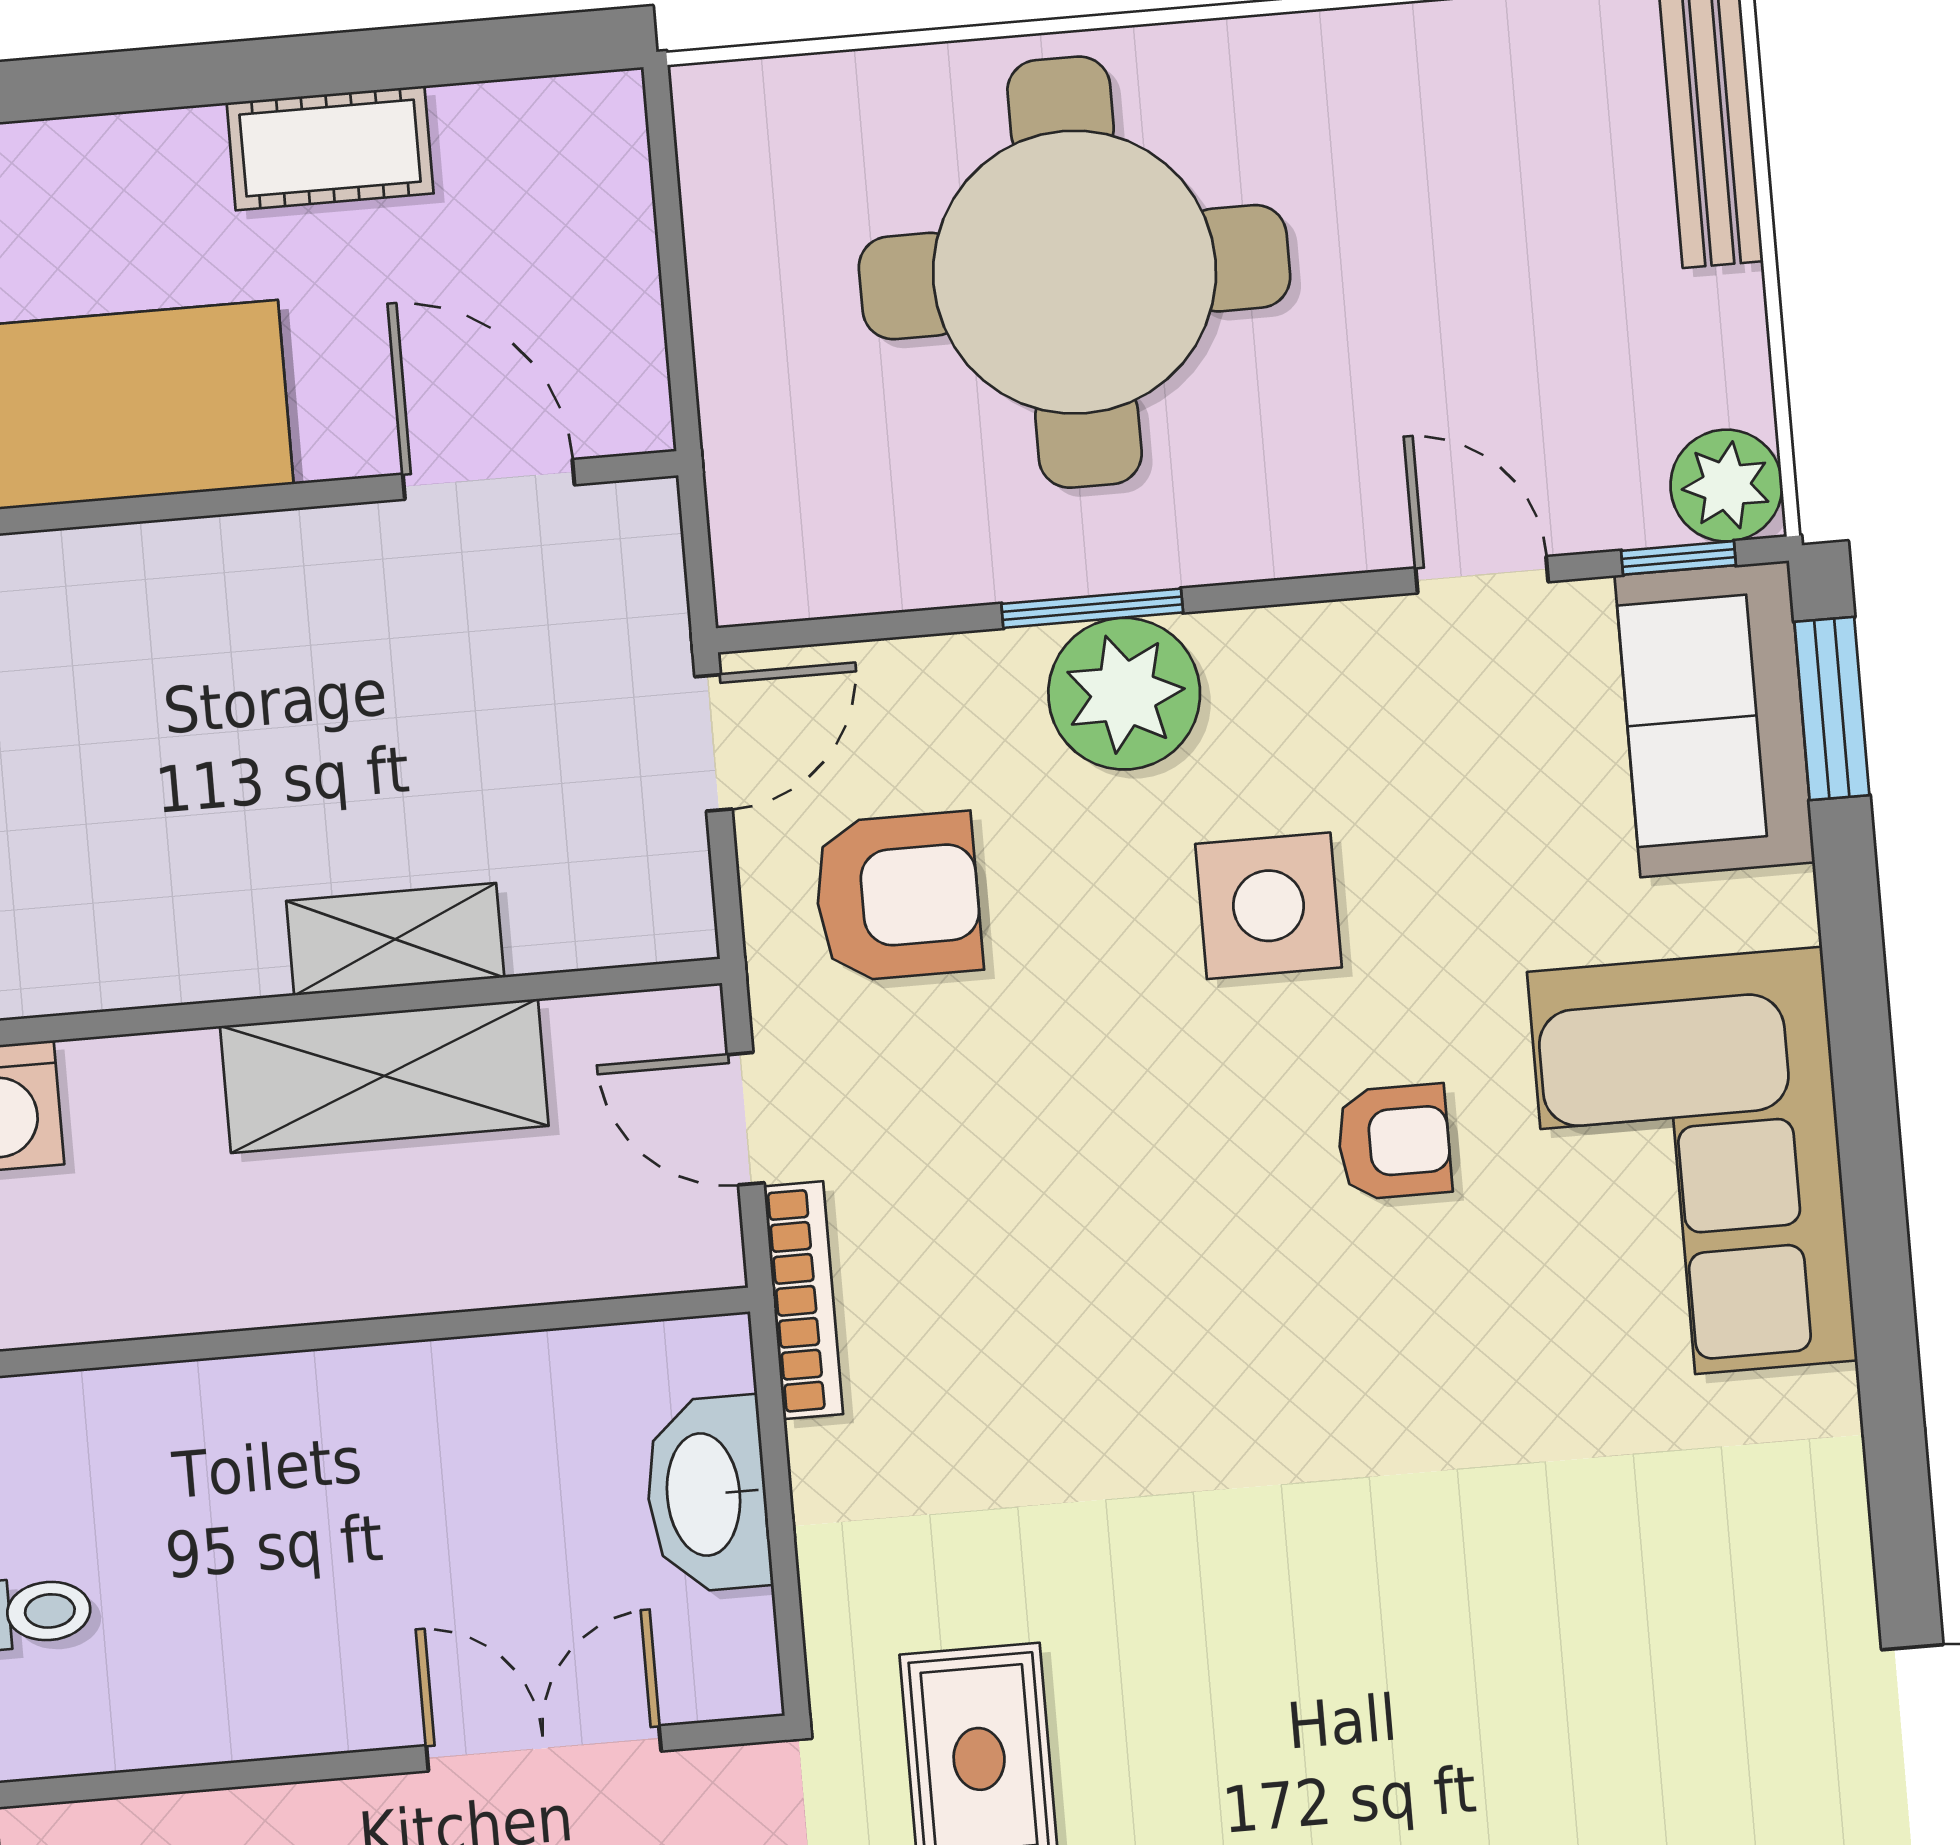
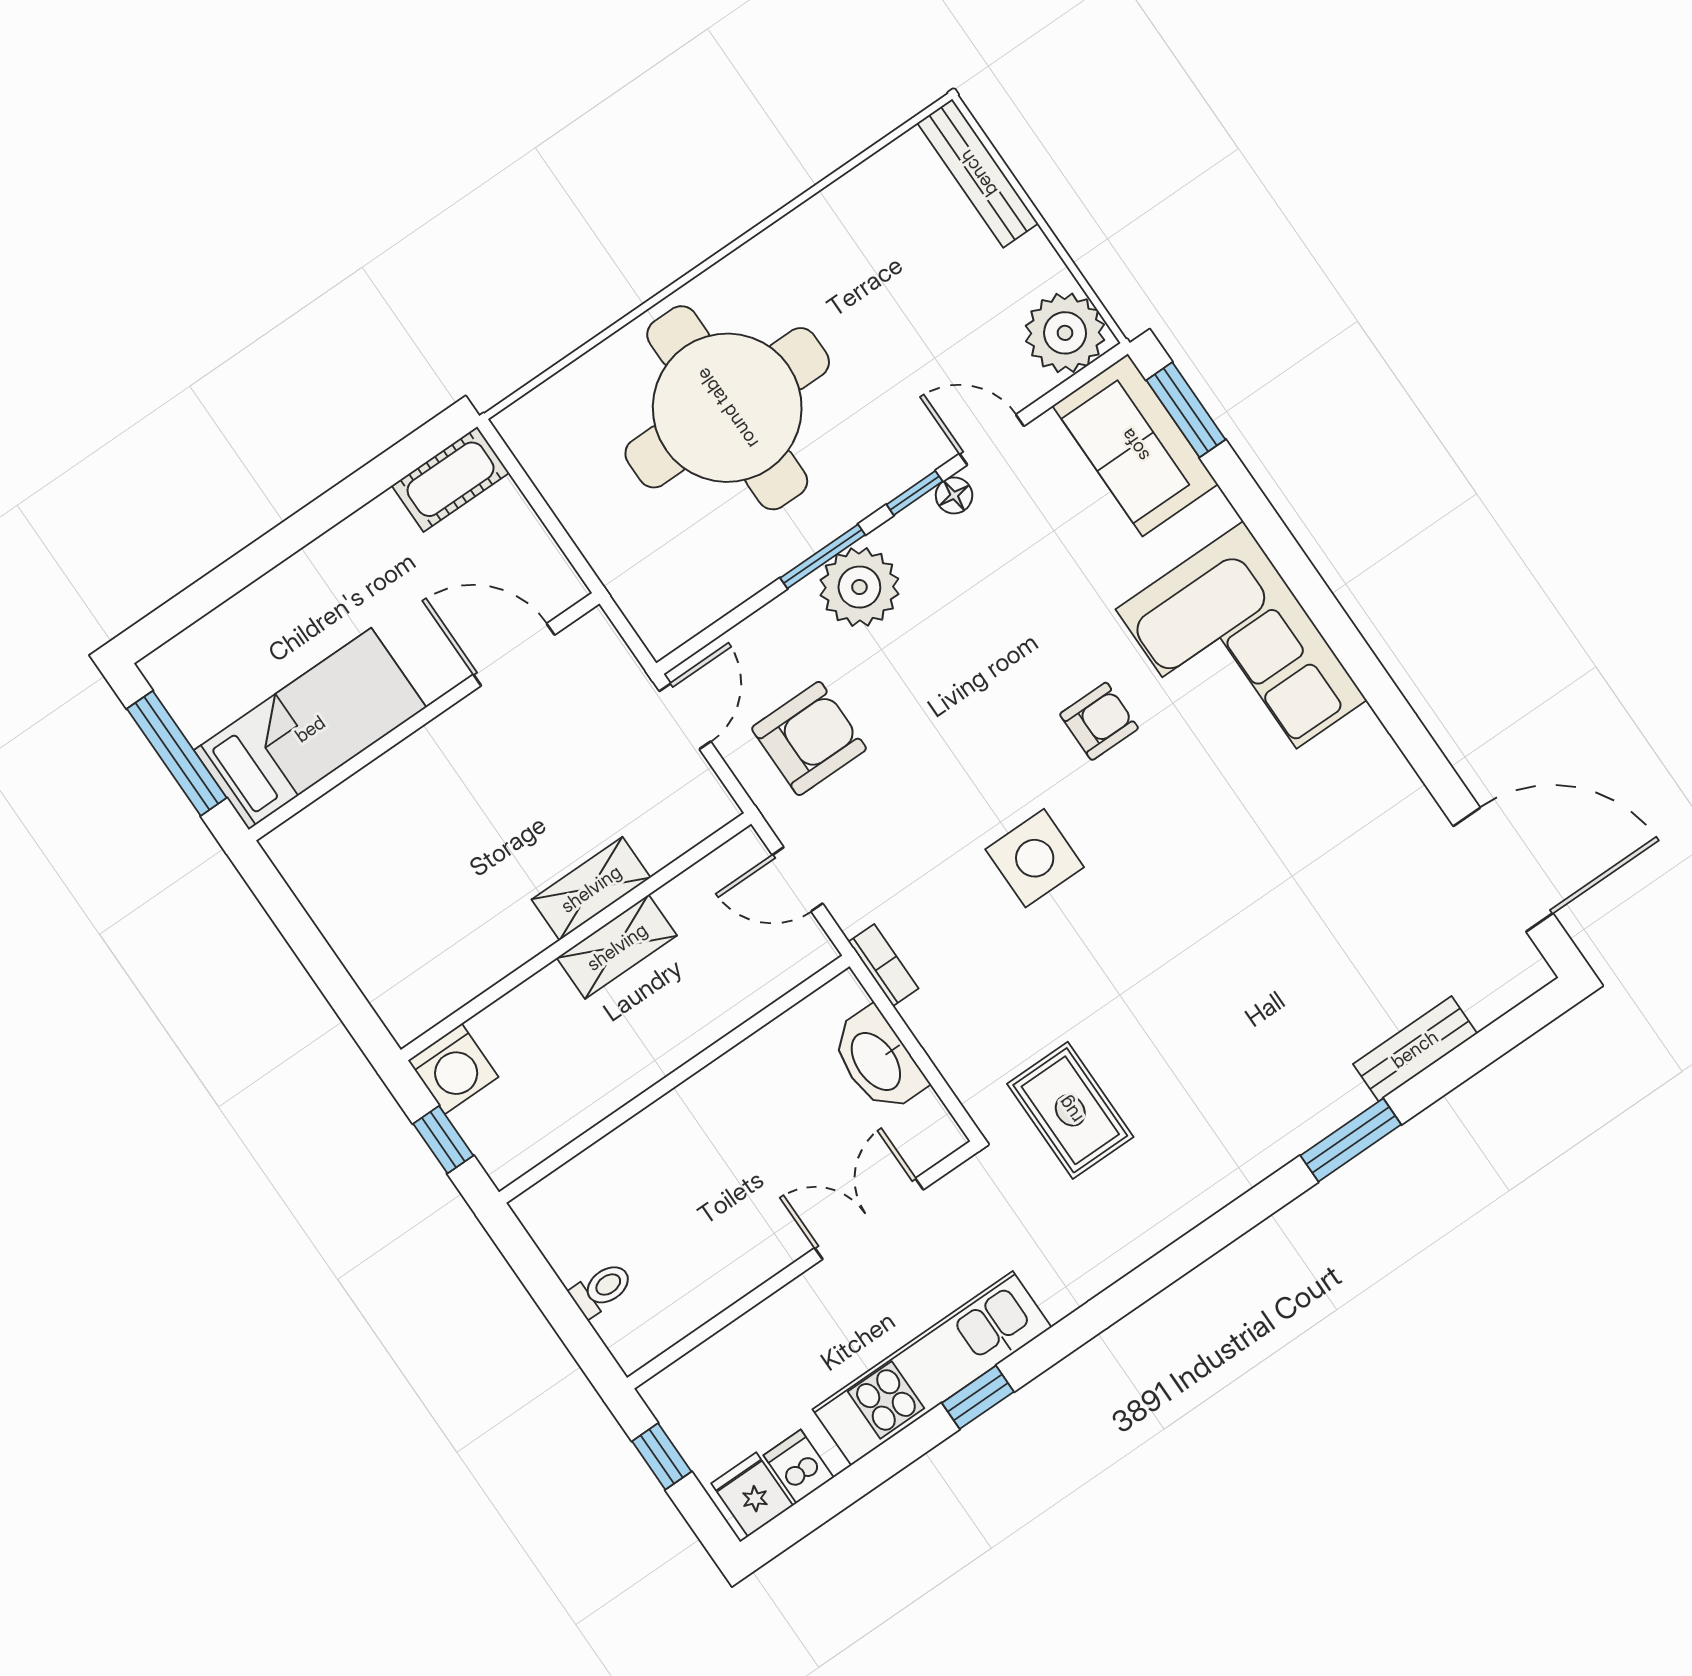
cot: (330, 148) -> (451, 479), moved
plant: (1726, 486) -> (1065, 333), width x1.36, depth x1.36
window: (1678, 558) -> (915, 493), moved
floor lamp: (1367, 631) -> (954, 495), added
side table: (1269, 906) -> (1035, 858), moved
shelving: (384, 1076) -> (617, 947), width x0.67, depth x0.75
bookcase: (803, 1300) -> (883, 965), width x0.64

